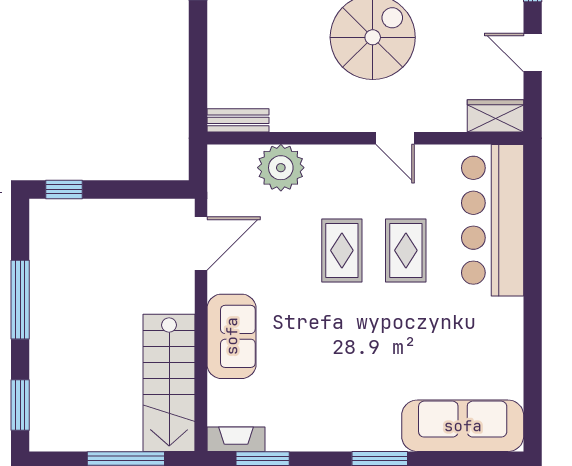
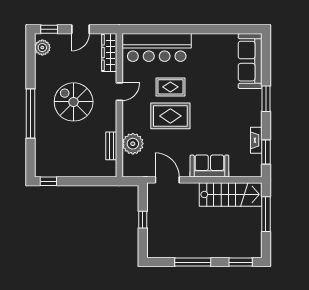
wardrobe: (495, 116) -> (109, 53), width x1.50
bench: (238, 120) -> (111, 146), moved
window: (64, 189) -> (143, 220), moved
rug: (342, 250) -> (170, 116), width x1.36, depth x1.43
fireplace: (236, 439) -> (256, 140), moved

